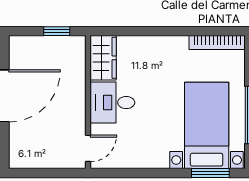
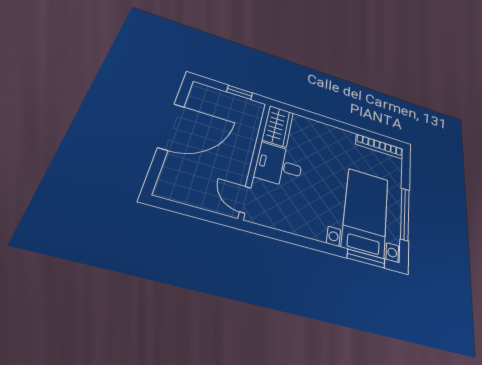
door: (88, 148) -> (245, 200), swing flipped

